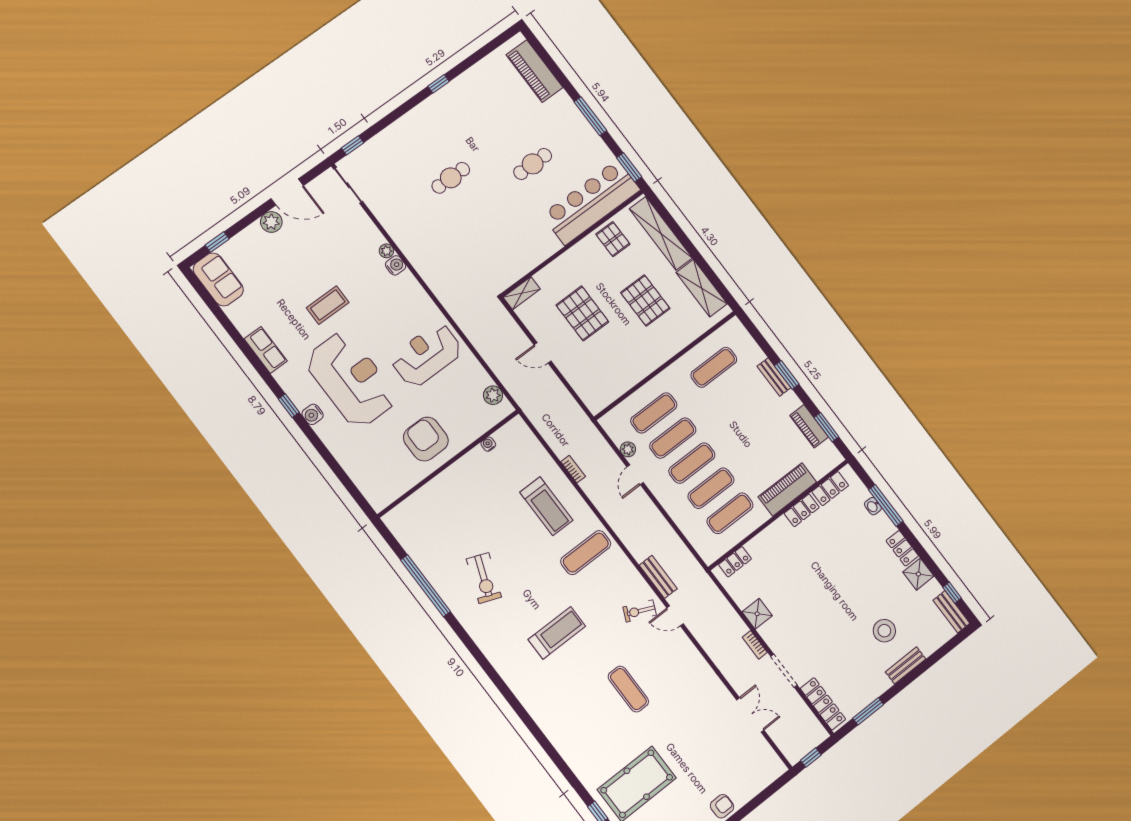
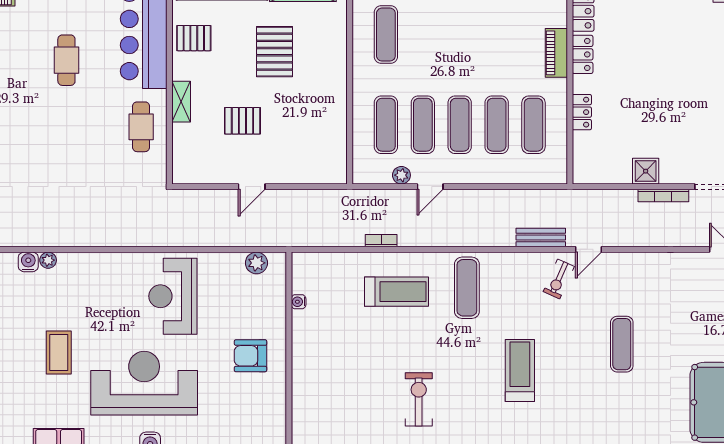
cafe table: (451, 178) -> (141, 127), moved
water cooler: (396, 265) -> (28, 262), moved
shelving: (522, 293) -> (181, 102), moved
pallet: (645, 300) -> (275, 52), turned 90
pallet: (582, 313) -> (242, 121), width x0.67, depth x0.71
armchair: (426, 439) -> (251, 356), width x0.73, depth x0.73
door: (635, 475) -> (430, 187), hinge flipped
piano: (787, 489) -> (556, 53), width x0.73, depth x0.75
locker: (735, 562) -> (582, 112), moved
exercise bike: (484, 578) -> (419, 399), turned -111
bookcase: (755, 645) -> (663, 196), width x1.56
exercise mat: (628, 689) -> (622, 344), turned 90

